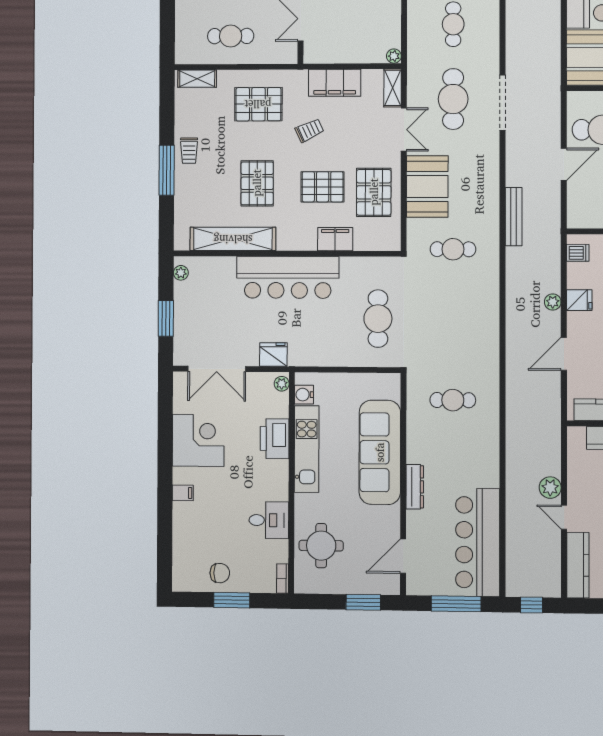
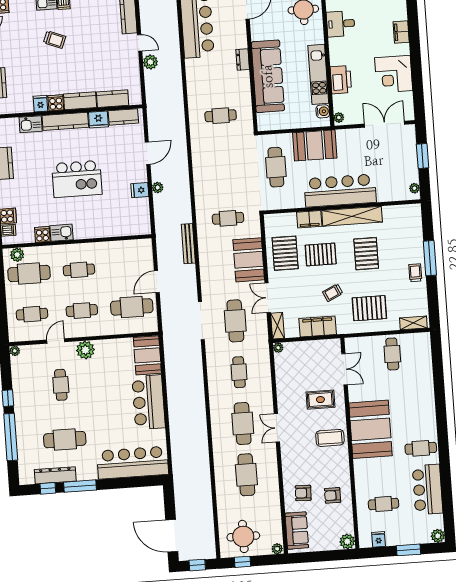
cafe table: (231, 36) -> (392, 354), turned 90
shelving: (233, 239) -> (352, 216), moved
dishwasher: (578, 253) -> (143, 222), removed
booth: (319, 346) -> (315, 145), added
fridge: (273, 355) -> (346, 137), removed
dresser: (415, 487) -> (243, 59), width x0.70
filing cabinet: (183, 493) -> (401, 32), width x2.00

